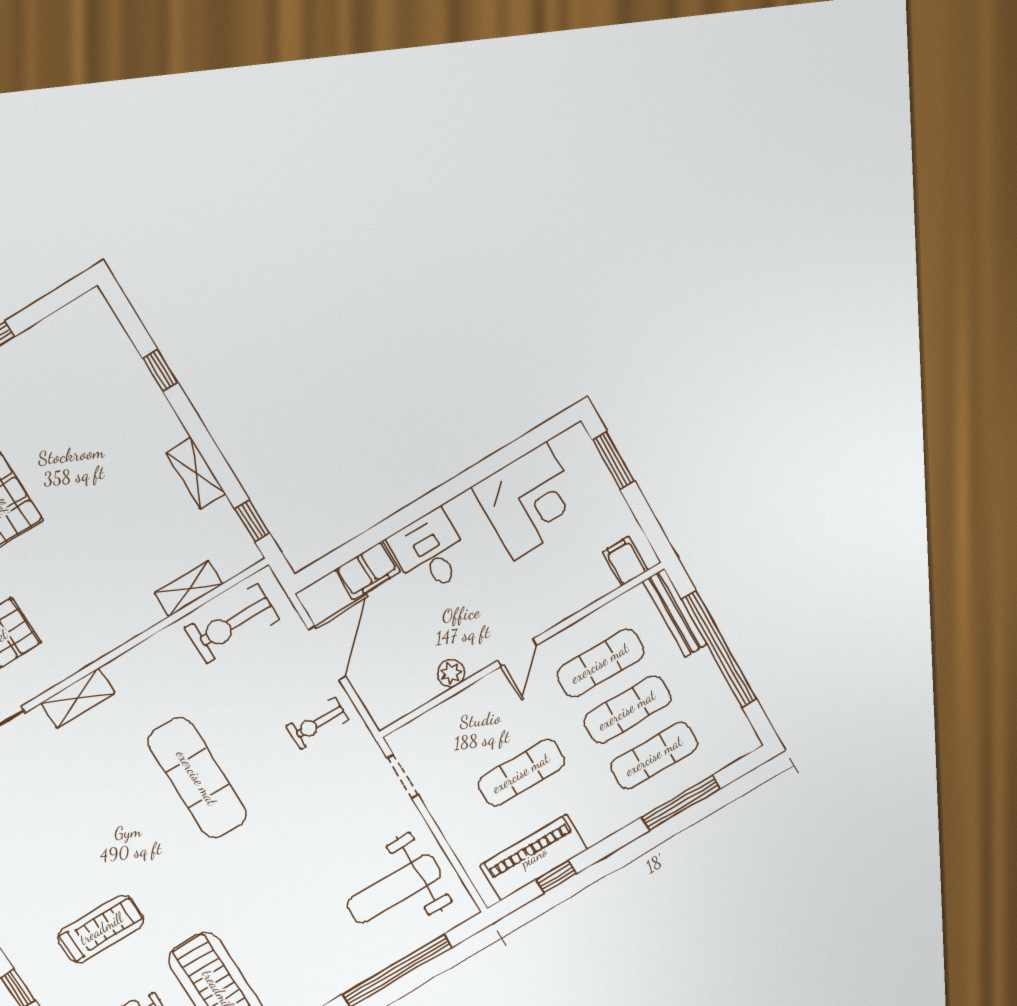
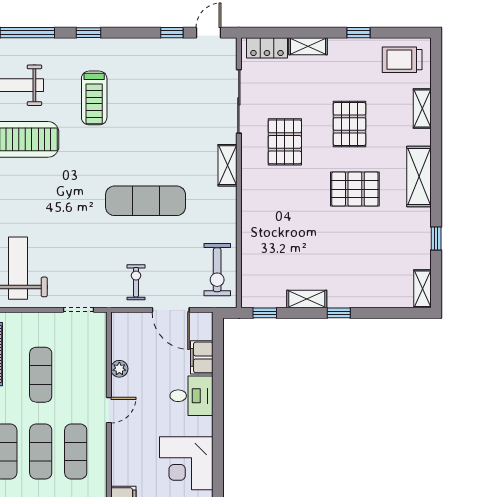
window: (160, 370) -> (339, 313), moved
shelving: (189, 589) -> (423, 289), moved
exercise bike: (232, 624) -> (217, 270), turned 180
door: (517, 653) -> (109, 410), swing flipped

